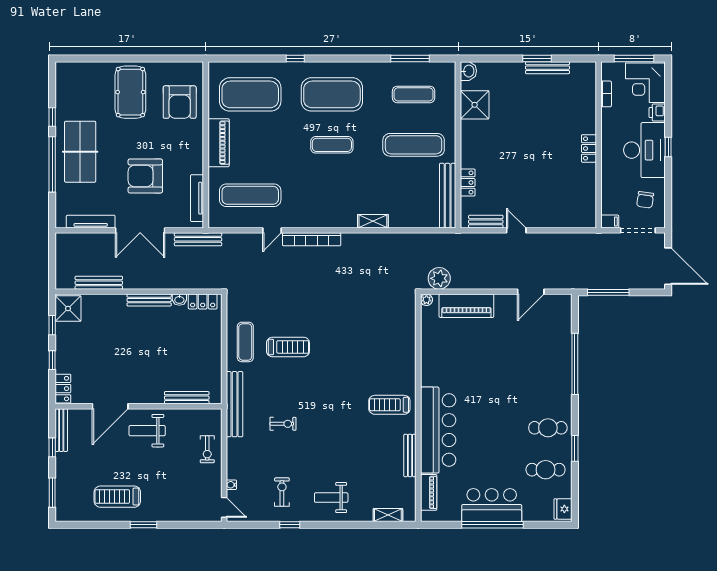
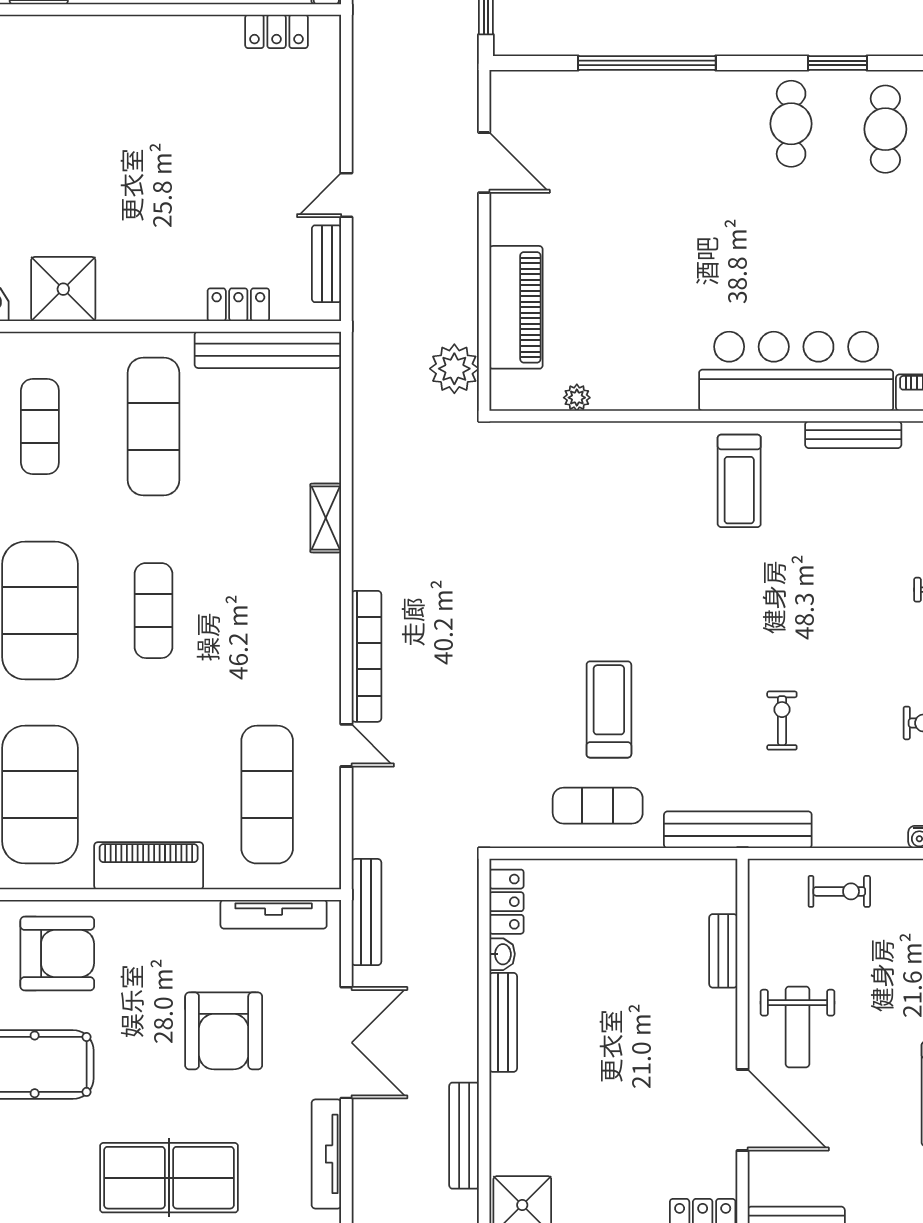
locker: (589, 148) -> (277, 31), moved
plant: (426, 300) -> (577, 398), moved
bench: (187, 398) -> (723, 951), width x0.73

